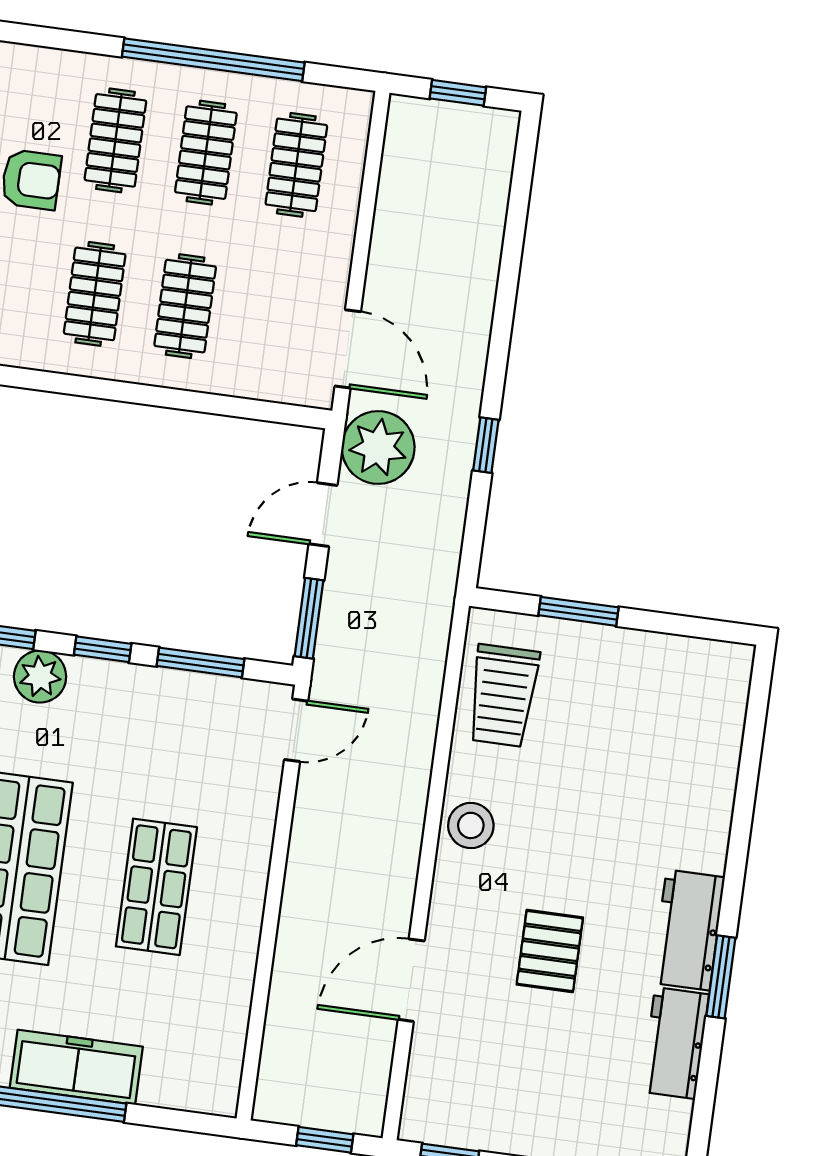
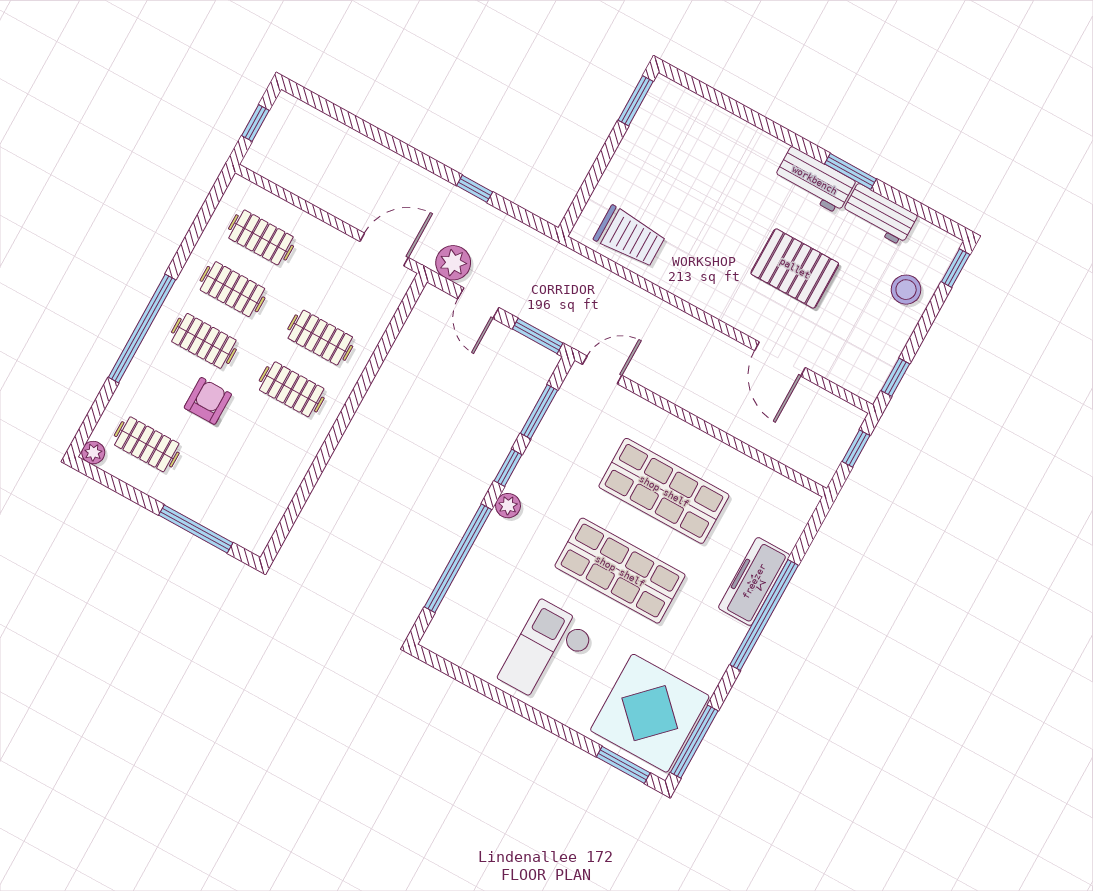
window: (213, 60) -> (142, 328), moved
plant: (378, 447) -> (453, 263), width x0.73, depth x0.73
window: (579, 611) -> (636, 101), moved
plant: (40, 677) -> (508, 506), width x0.73, depth x0.73
door: (296, 730) -> (602, 370), hinge flipped
stool: (471, 825) -> (906, 290), moved
shop shelf: (156, 887) -> (664, 491), width x1.43, depth x1.36
pallet: (550, 951) -> (795, 268), width x1.50, depth x1.42

